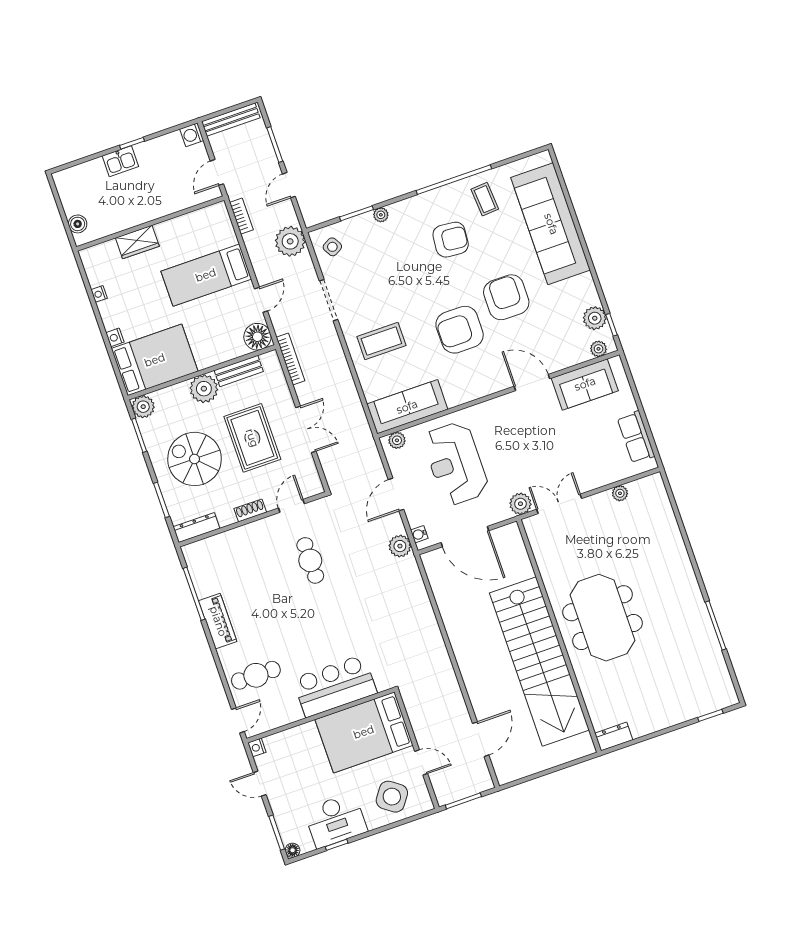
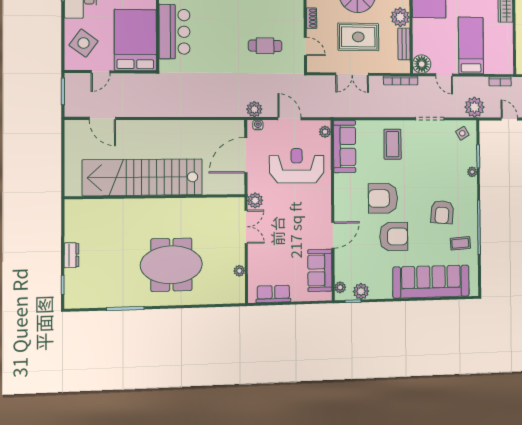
armchair: (460, 330) -> (383, 198), turned -90
meeting table: (603, 618) -> (171, 265), moved
dresser: (614, 737) -> (72, 255), moved

